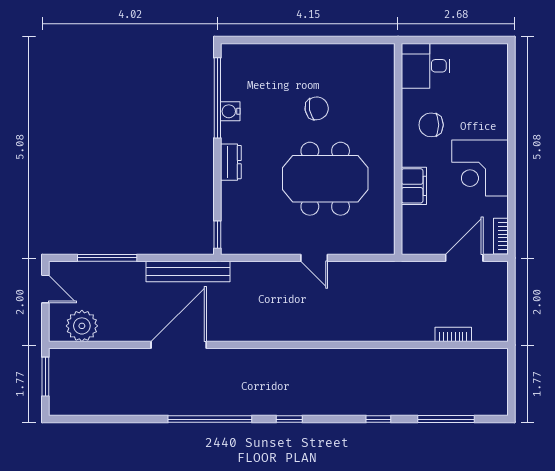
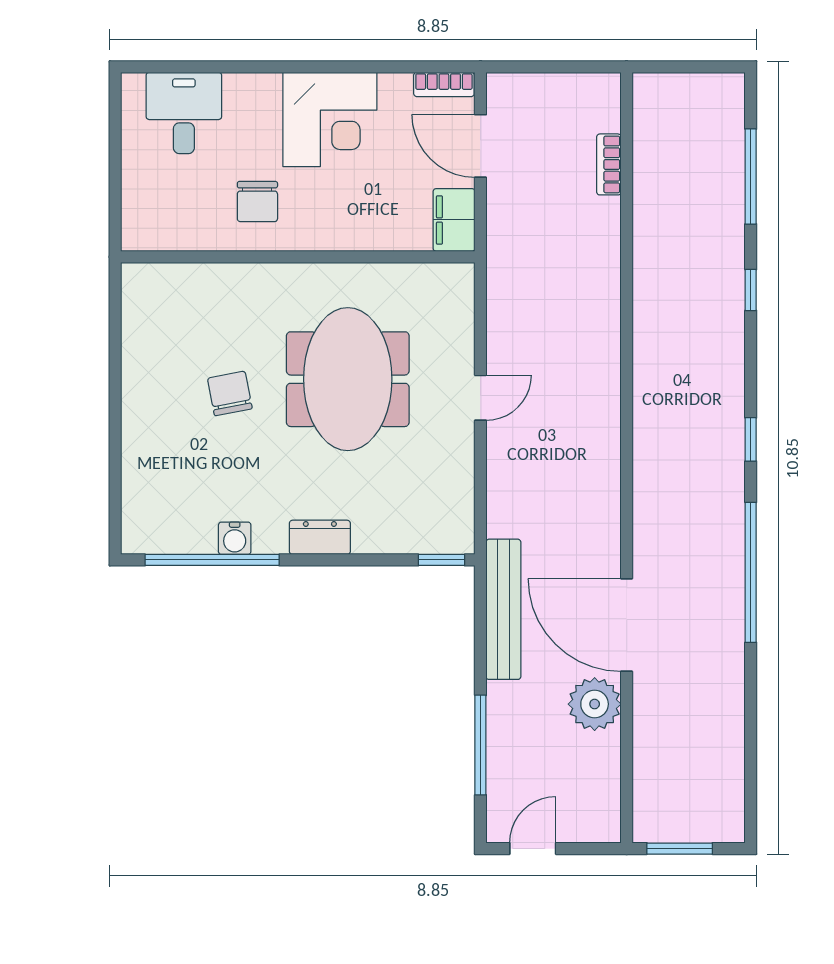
desk: (426, 66) -> (184, 113), moved, turned 180
filing cabinet: (414, 186) -> (454, 220), moved, turned -90
plant: (82, 326) -> (595, 704), moved

